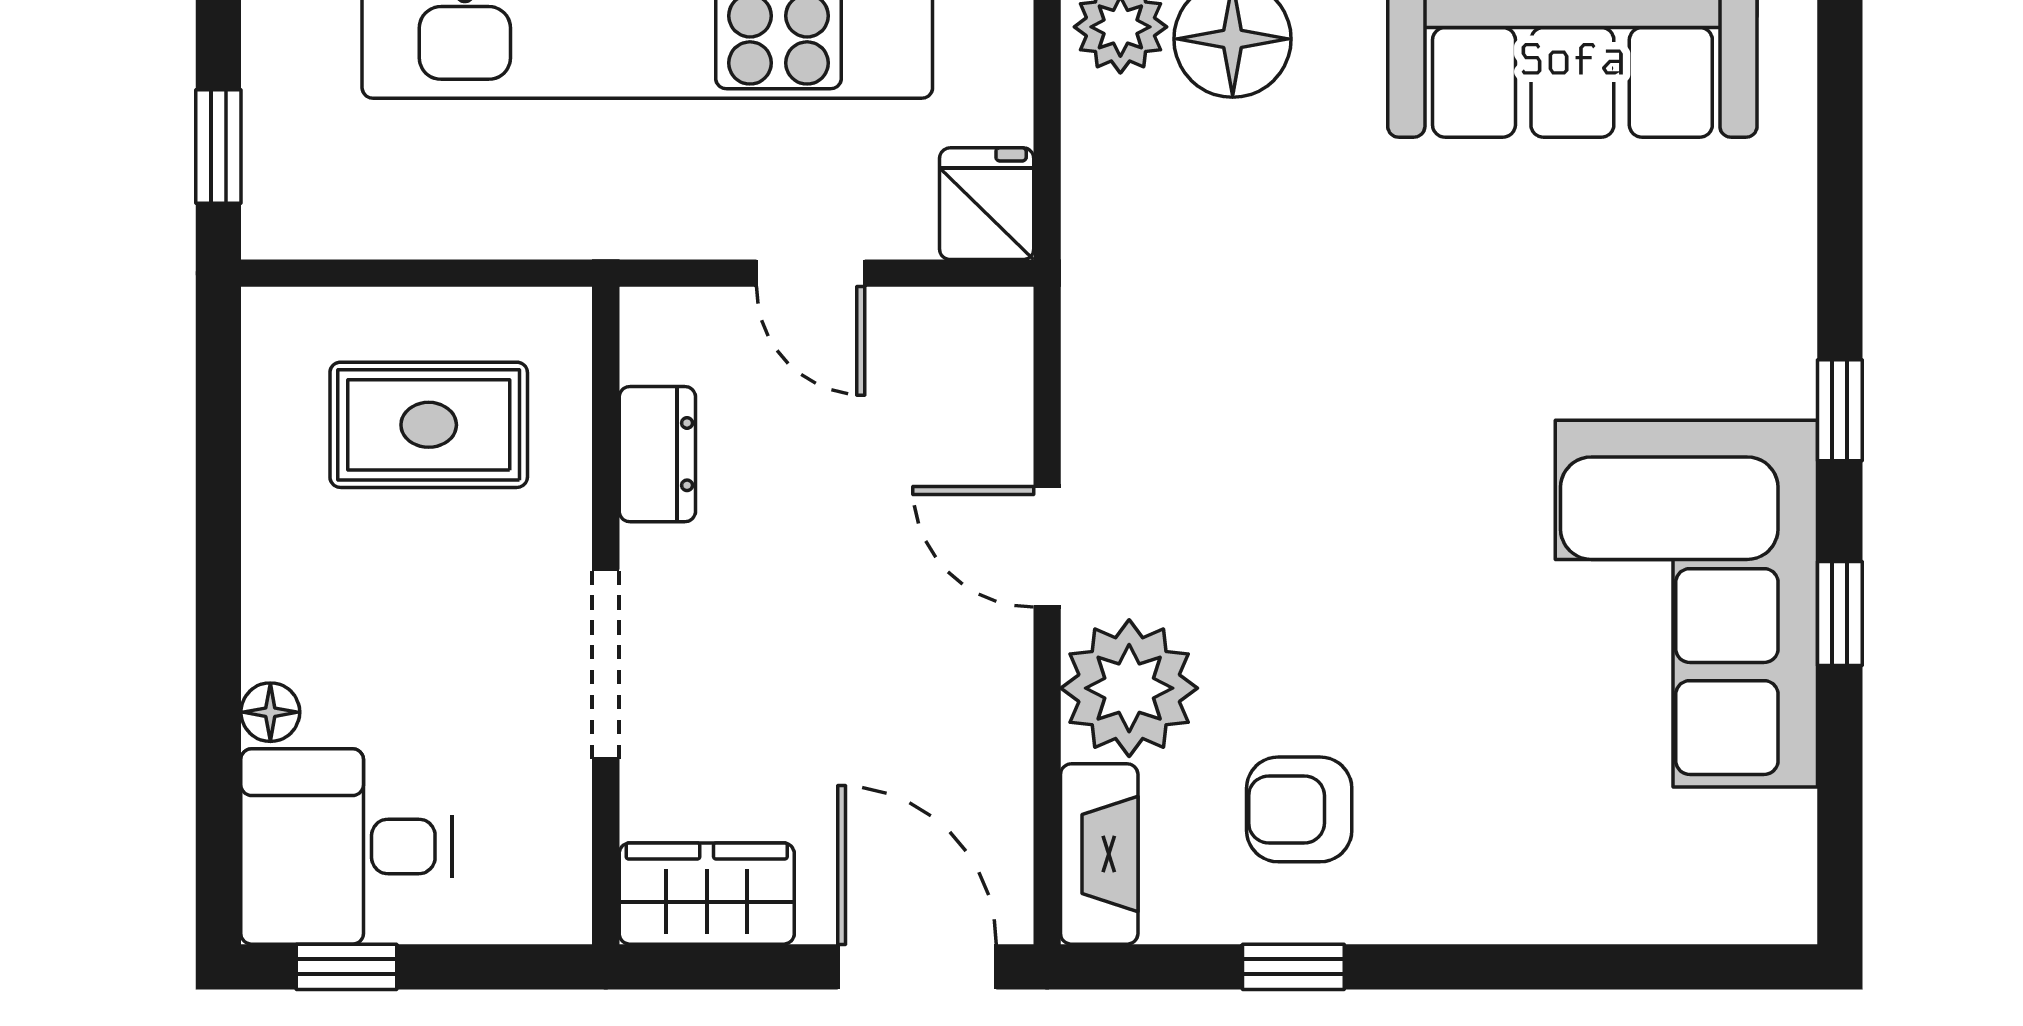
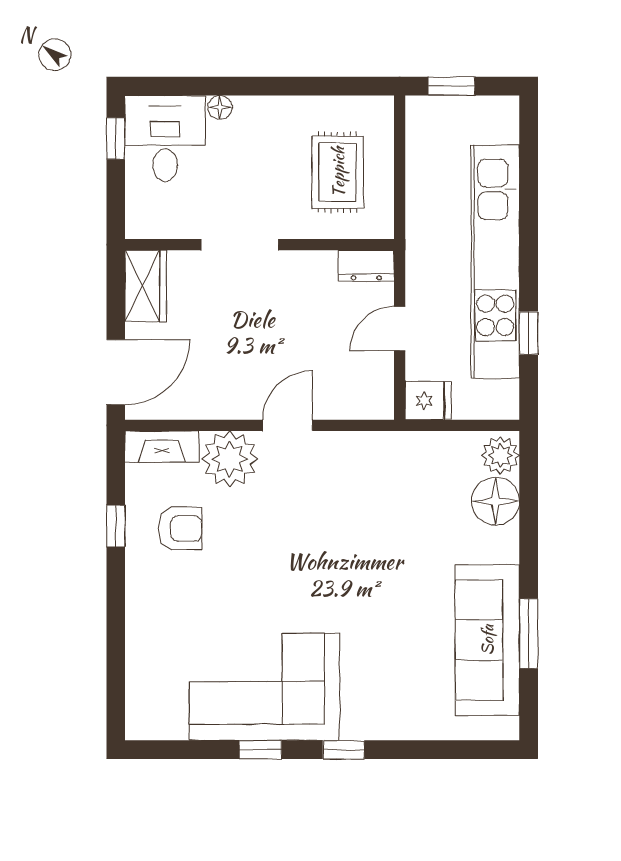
dresser: (657, 454) -> (366, 266), moved
armchair: (1299, 809) -> (180, 528), turned 90

